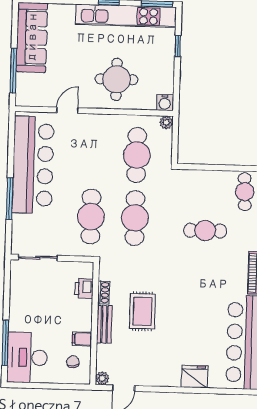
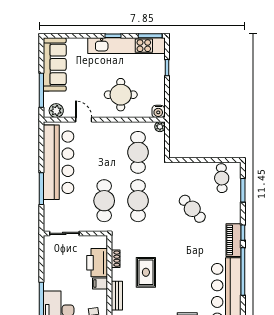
plant: (32, 98) -> (56, 111), added
door: (67, 110) -> (84, 120), hinge flipped
cafe table: (205, 231) -> (192, 209), turned 48
printer: (84, 288) -> (97, 263), width x1.87, depth x1.48
bench: (104, 324) -> (117, 296), moved
filing cabinet: (82, 339) -> (100, 283), moved

